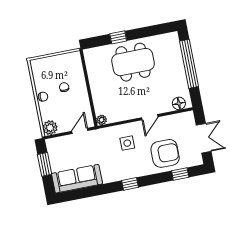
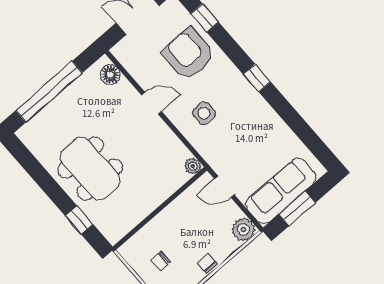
window: (118, 37) -> (79, 220), moved
chair: (64, 87) -> (161, 261), moved
sofa: (77, 179) -> (281, 191), moved, turned 90

